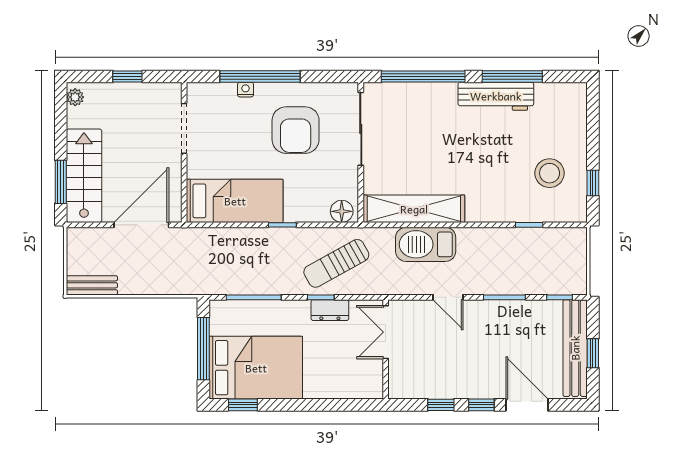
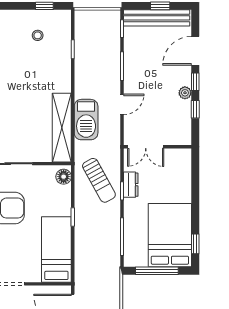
stool: (550, 173) -> (38, 35), width x0.53, depth x0.53
plant: (465, 390) -> (185, 93), added

